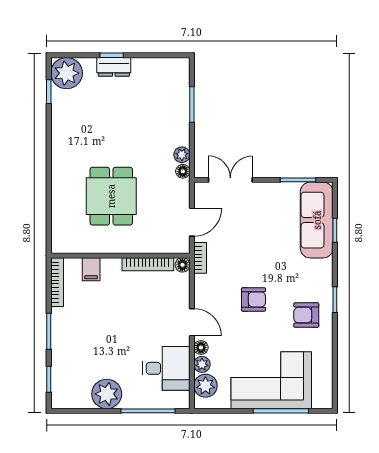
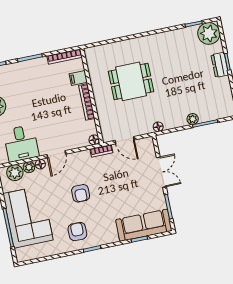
plant: (182, 155) -> (193, 119), moved
double door: (230, 180) -> (161, 172), moved
bookcase: (148, 264) -> (87, 102), moved

